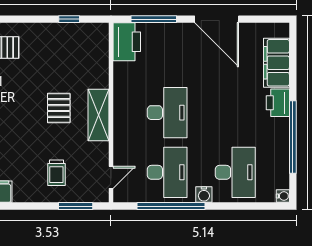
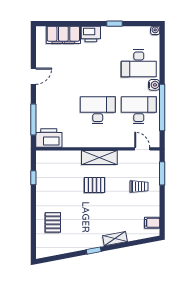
door: (217, 19) -> (33, 76), width x0.53
window: (293, 137) -> (114, 24), width x0.32
desk: (235, 172) -> (139, 63), turned 180

